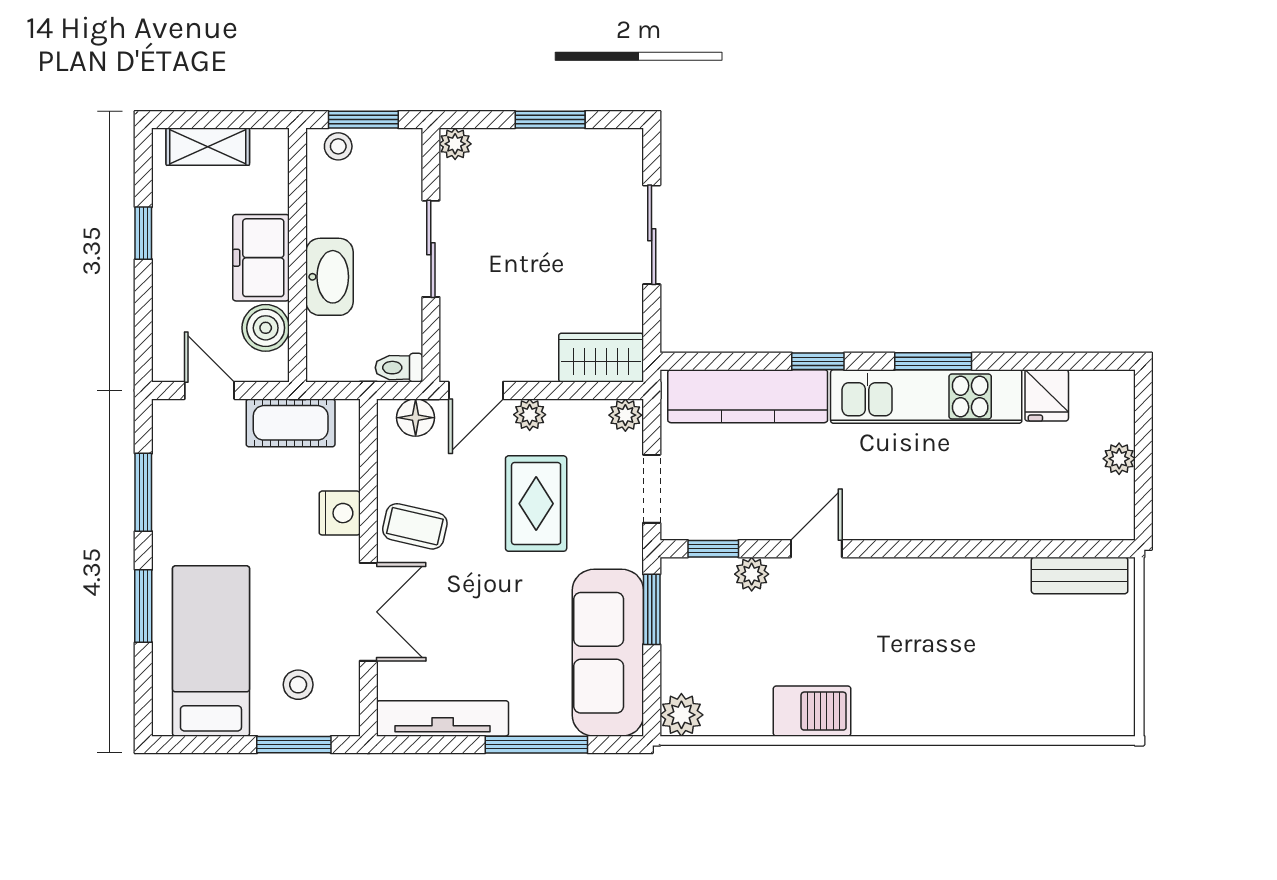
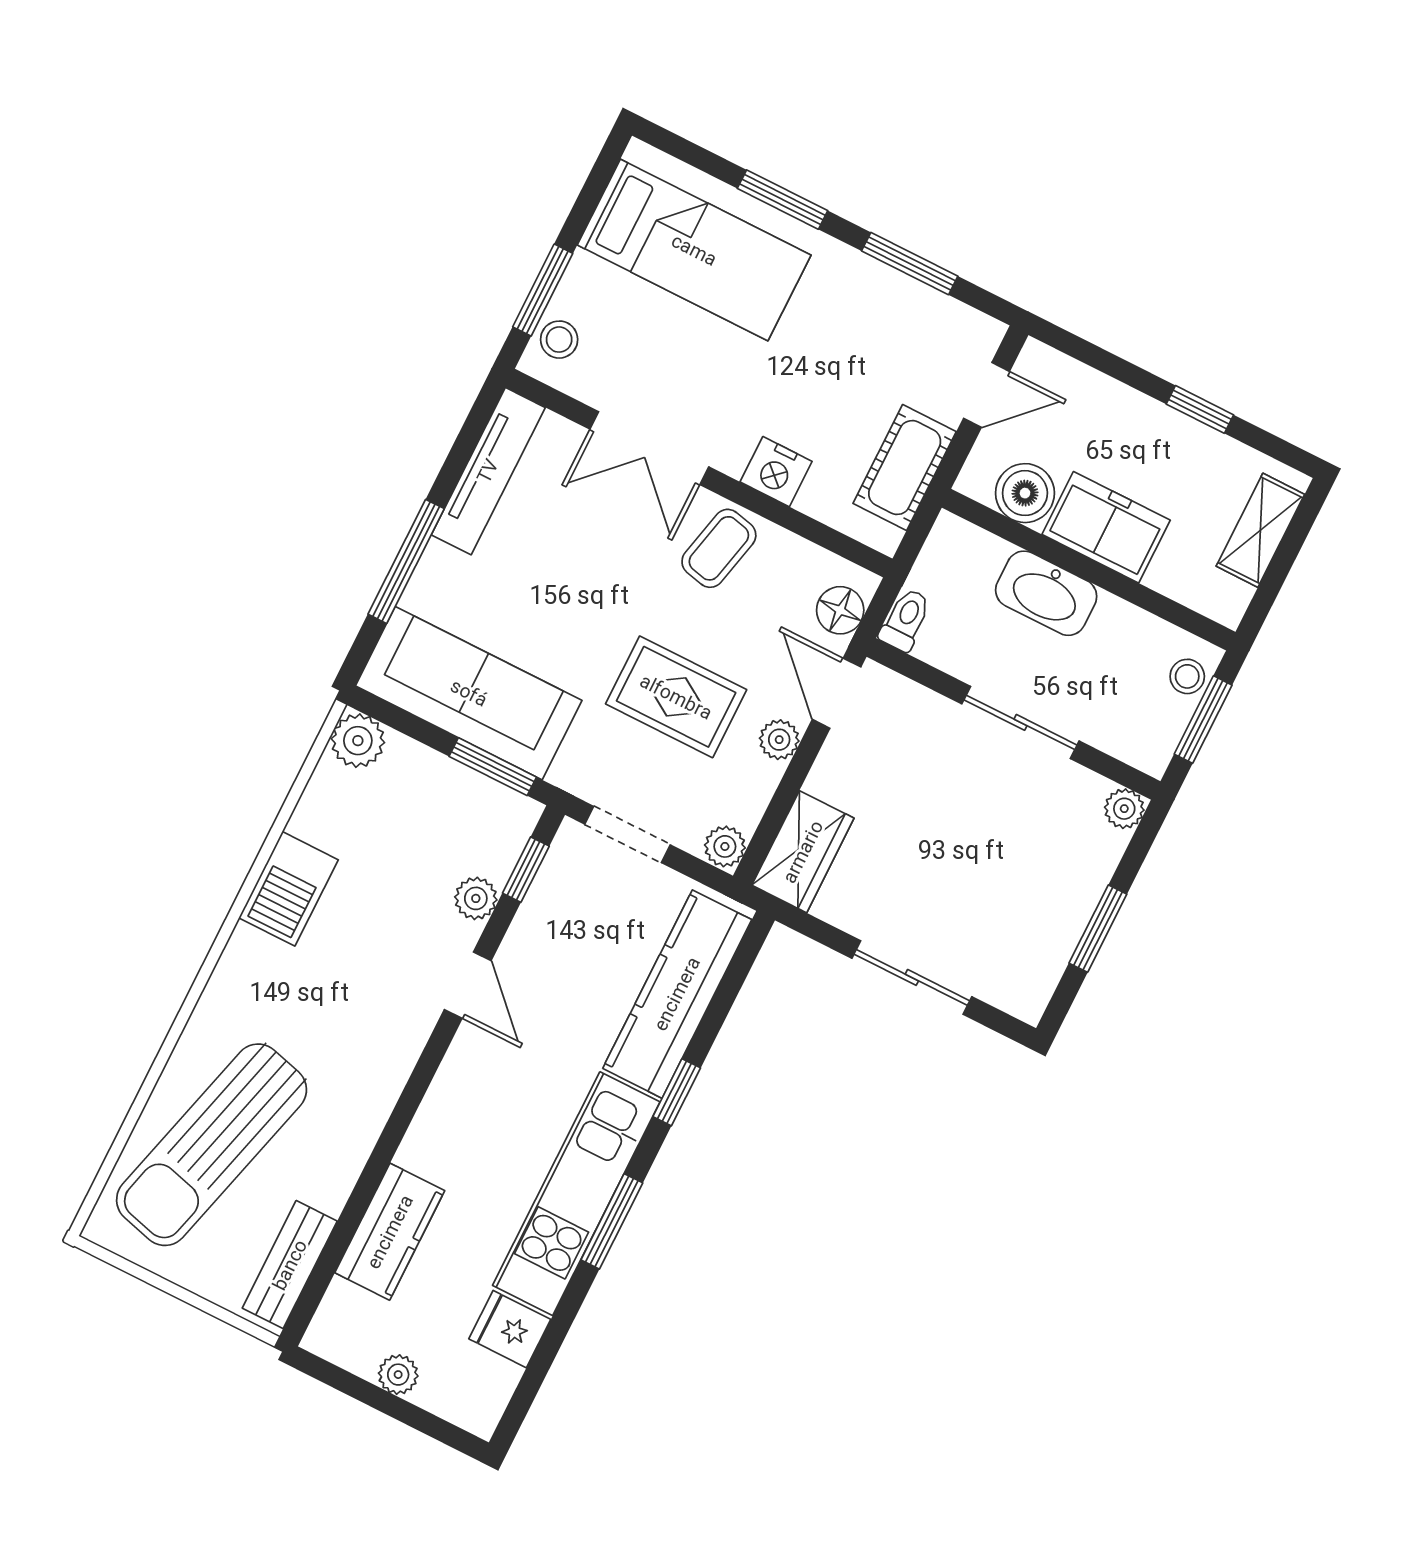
kitchen counter: (1020, 516) -> (390, 1232), added
sun lounger: (1022, 674) -> (212, 1145), added
stool: (298, 685) -> (559, 340), moved

